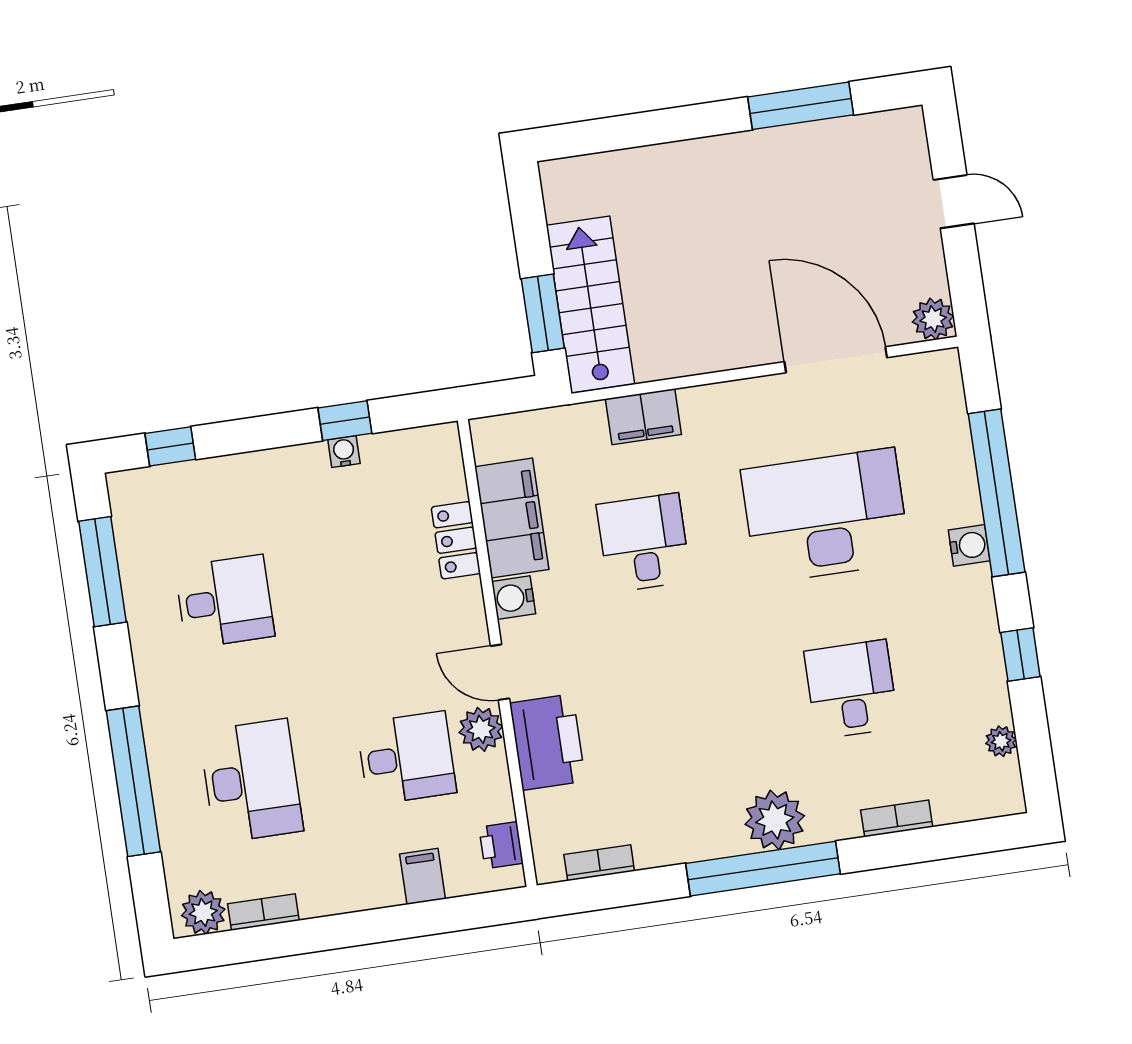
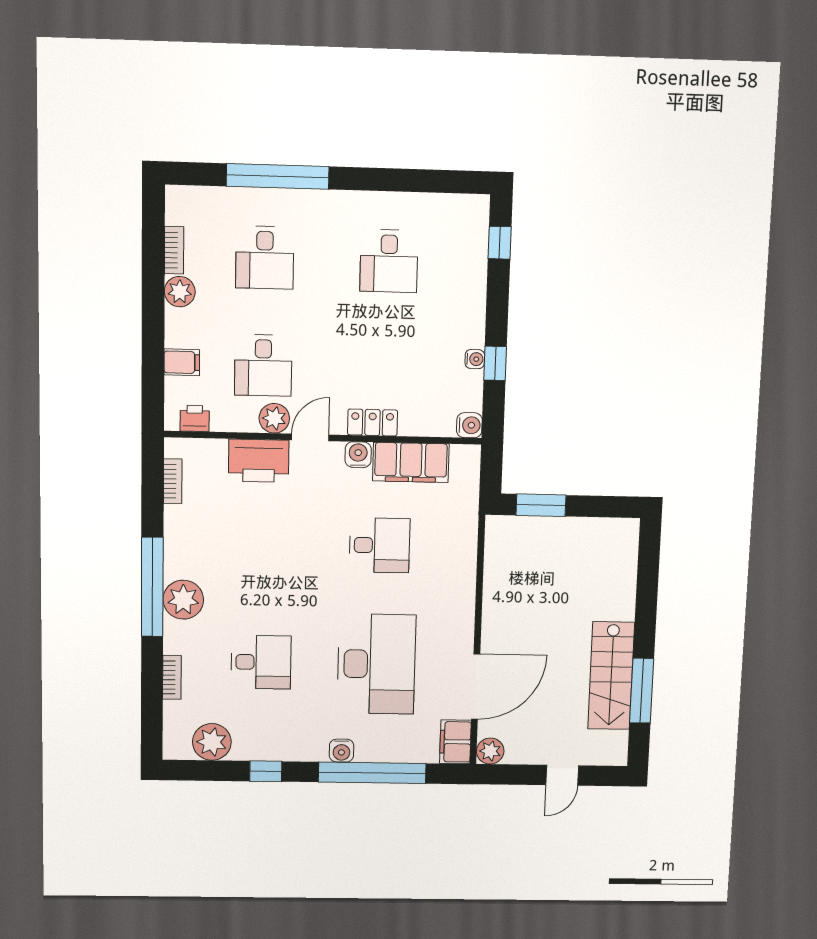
stairs: (590, 305) -> (611, 676), moved, turned 90
filing cabinet: (643, 417) -> (455, 742), moved
water cooler: (442, 442) -> (469, 425), added
locker: (456, 540) -> (372, 422), moved
window: (102, 572) -> (424, 181), removed
plant: (1001, 741) -> (212, 742), width x1.88, depth x1.88
desk: (251, 781) -> (265, 258), width x0.73
plant: (203, 912) -> (180, 292), moved

